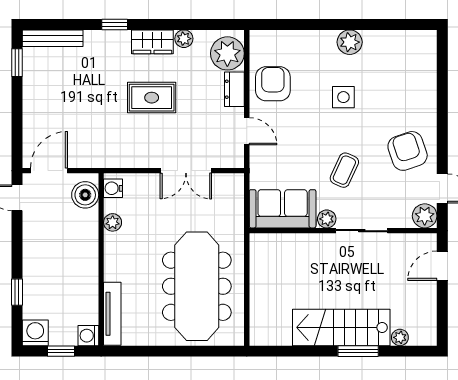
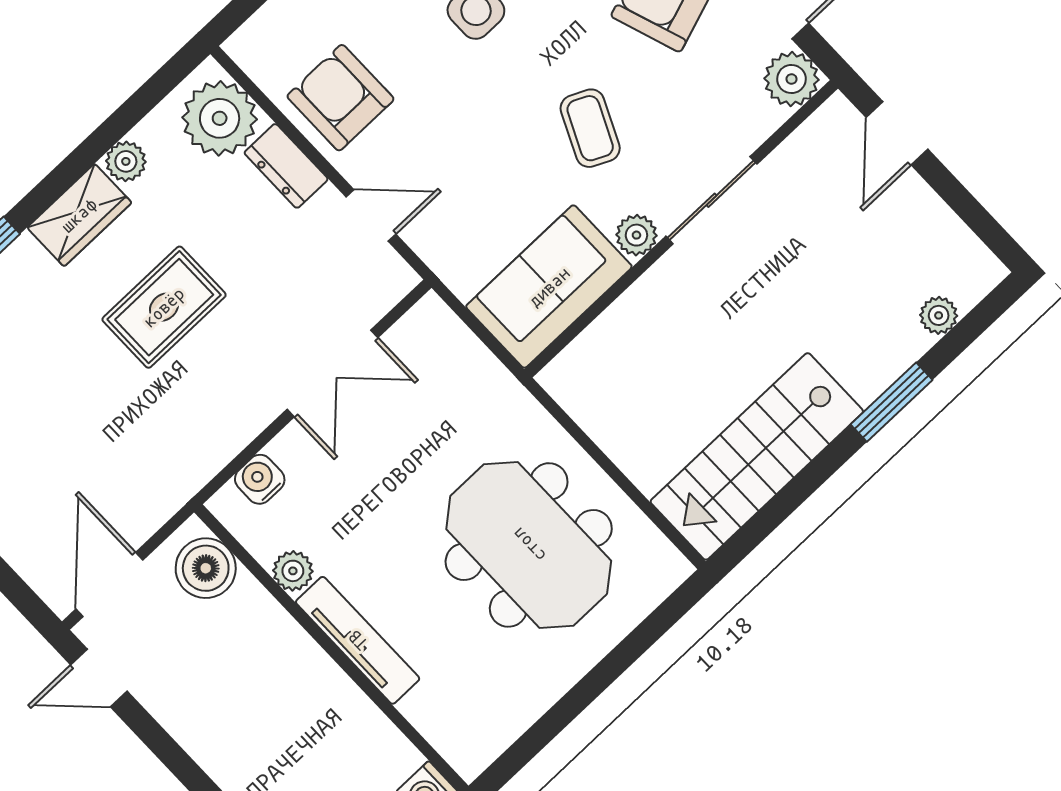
water cooler: (113, 188) -> (260, 479), moved, turned 90
meeting table: (197, 286) -> (529, 545), width x0.73
tv unit: (112, 314) -> (358, 640), moved
stairs: (341, 327) -> (757, 456), moved

